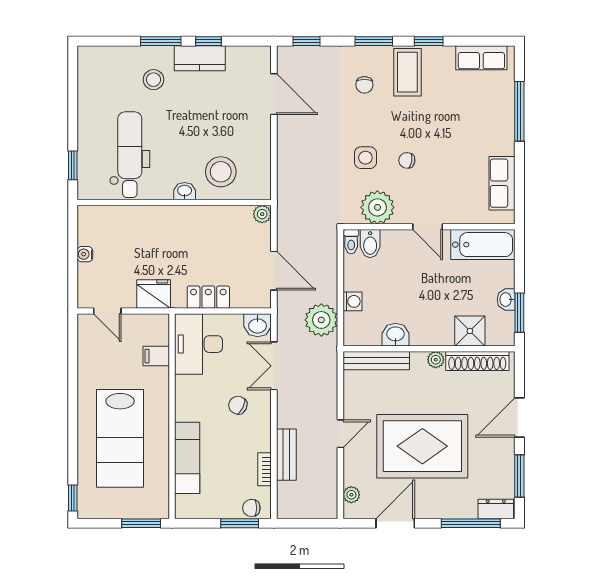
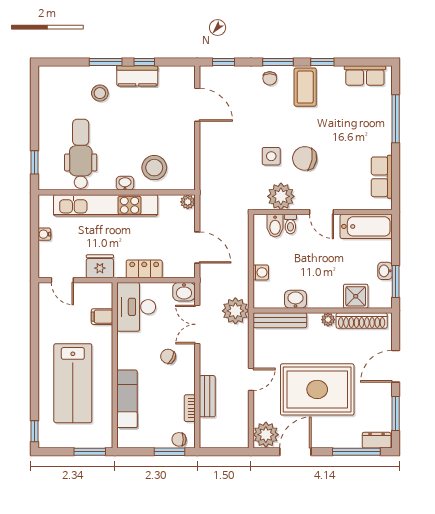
chair: (364, 85) -> (270, 78), moved
chair: (407, 160) -> (305, 158), width x1.87, depth x1.87
kitchen unit: (161, 218) -> (106, 205), added
toilet: (351, 242) -> (290, 224), moved
plant: (321, 320) -> (235, 311), moved
plant: (351, 495) -> (266, 435), width x1.88, depth x1.88

